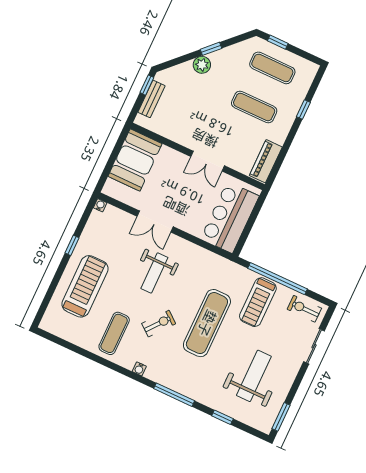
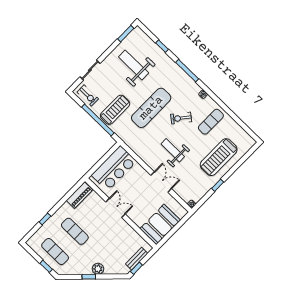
weight bench: (154, 273) -> (173, 150), turned -90
weight bench: (254, 376) -> (134, 65), turned 90

